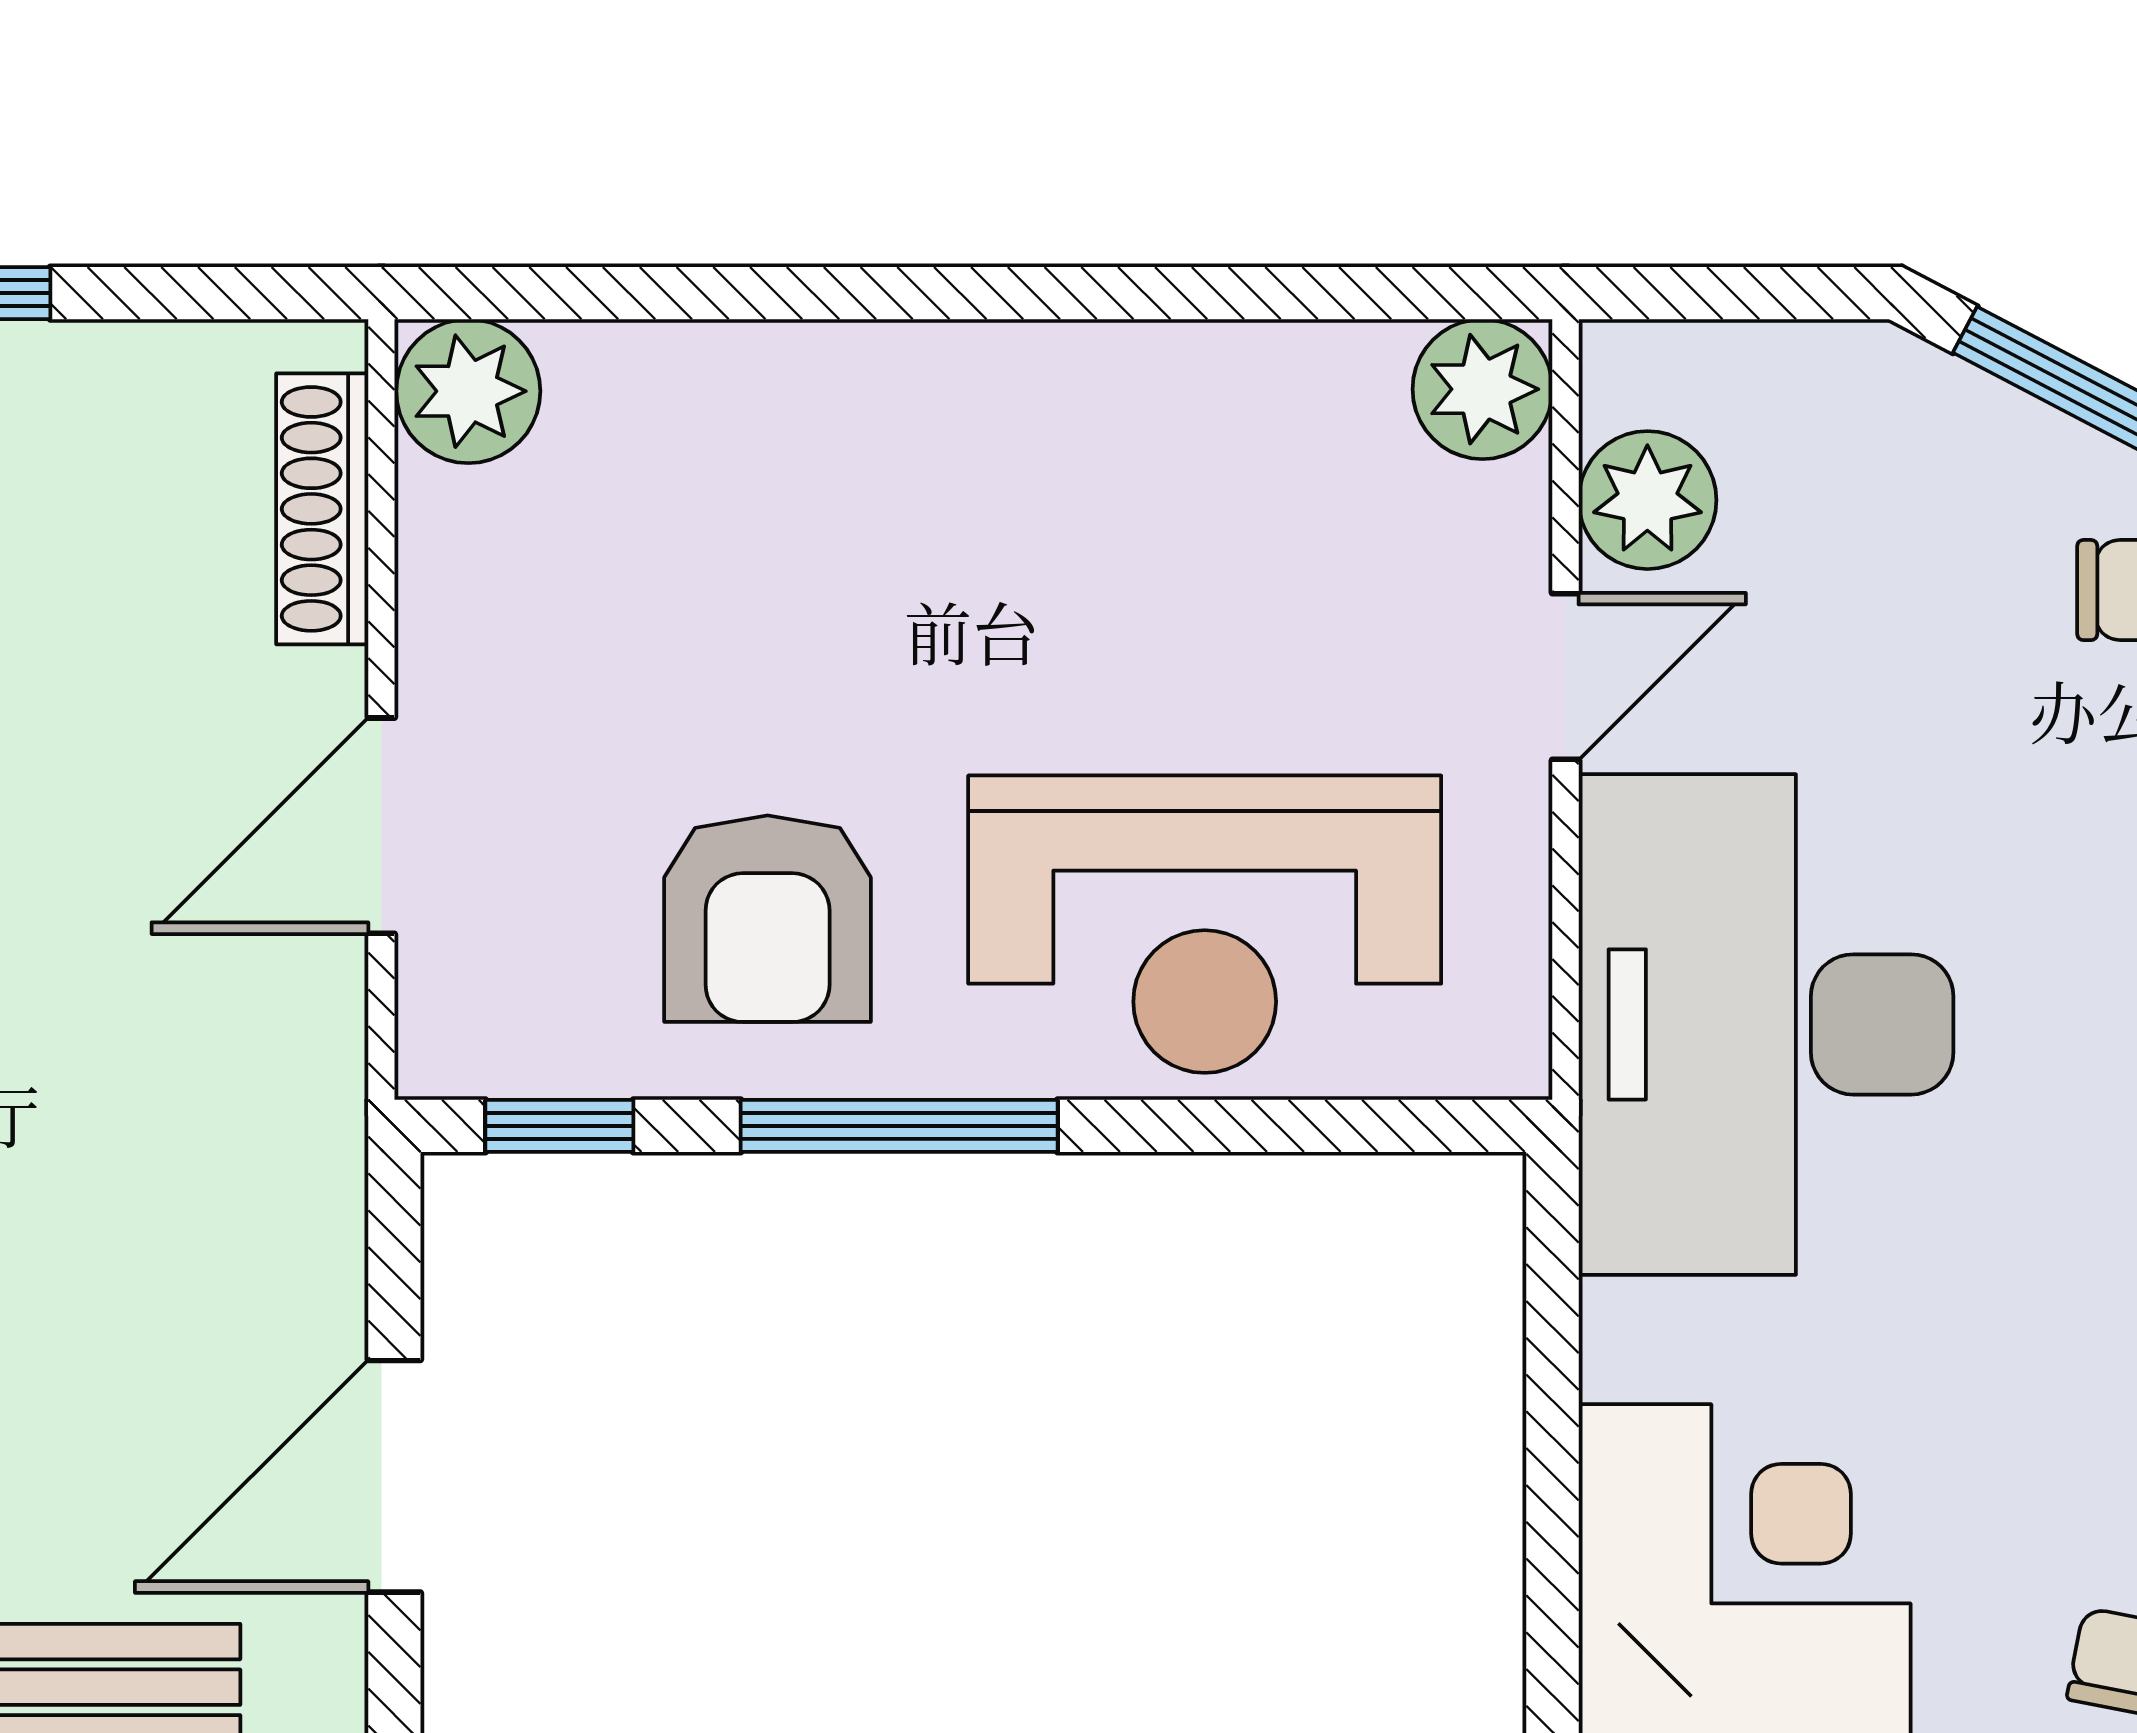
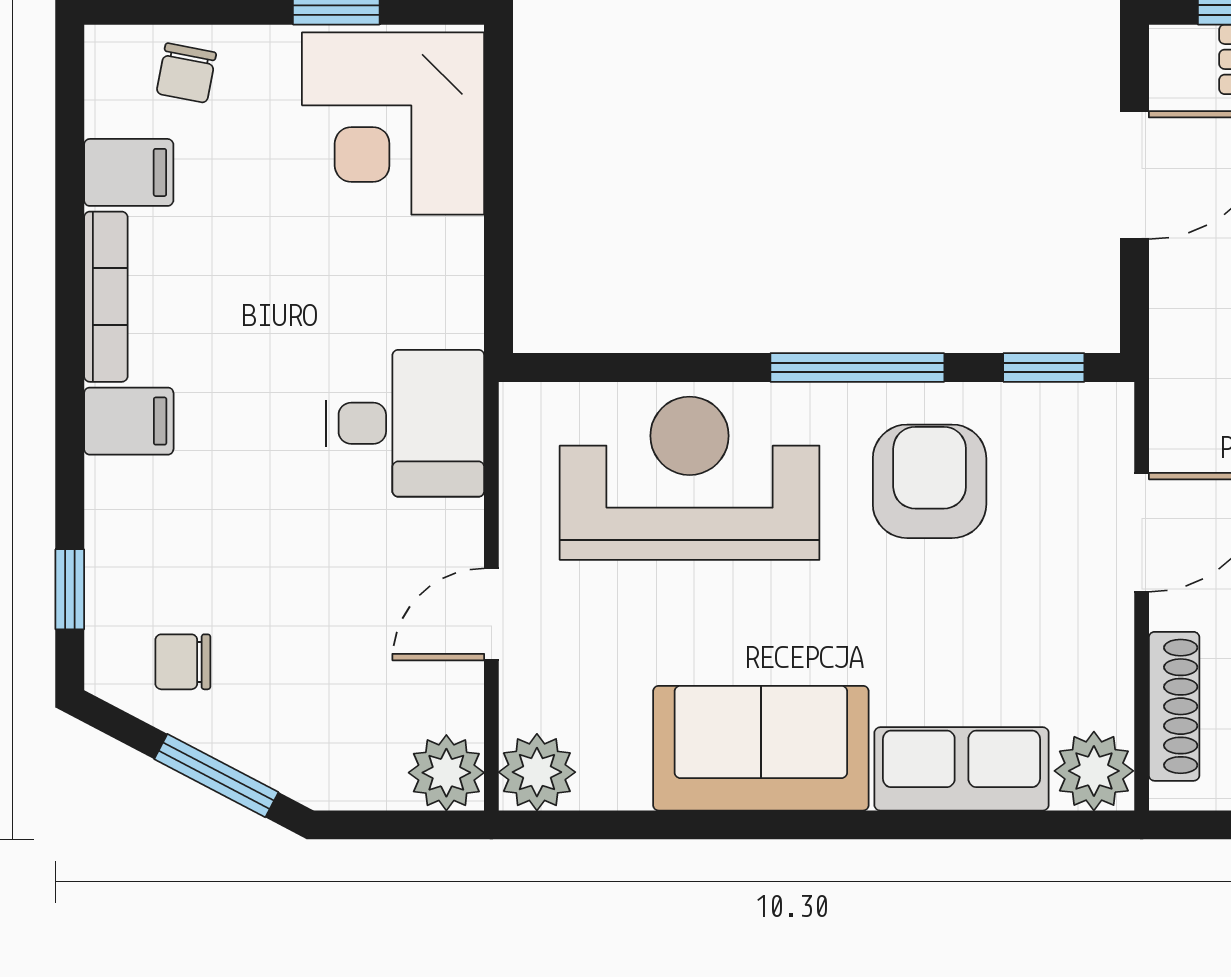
row of seats: (709, 395) -> (962, 769), added
sofa: (1075, 433) -> (761, 748), added
plant: (1647, 500) -> (446, 773), moved
desk: (1766, 1024) -> (405, 423), width x0.53, depth x0.77

